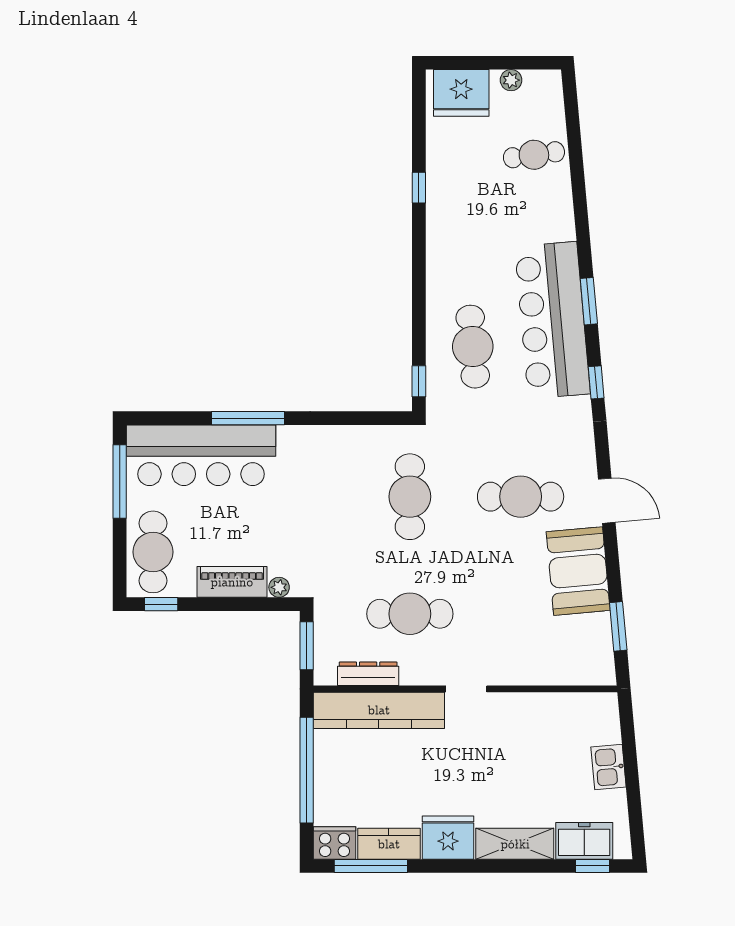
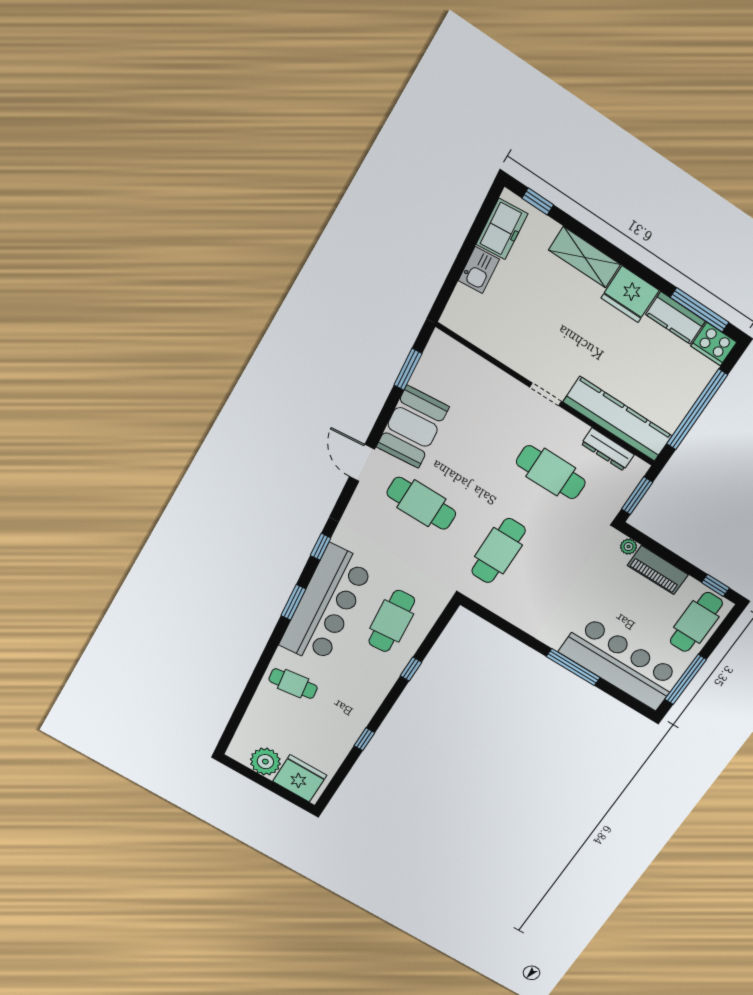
plant: (511, 80) -> (265, 762), width x1.88, depth x1.88
cafe table: (534, 155) -> (293, 684), moved
window: (419, 381) -> (411, 669), moved
freezer: (584, 841) -> (502, 229), moved, turned -95

